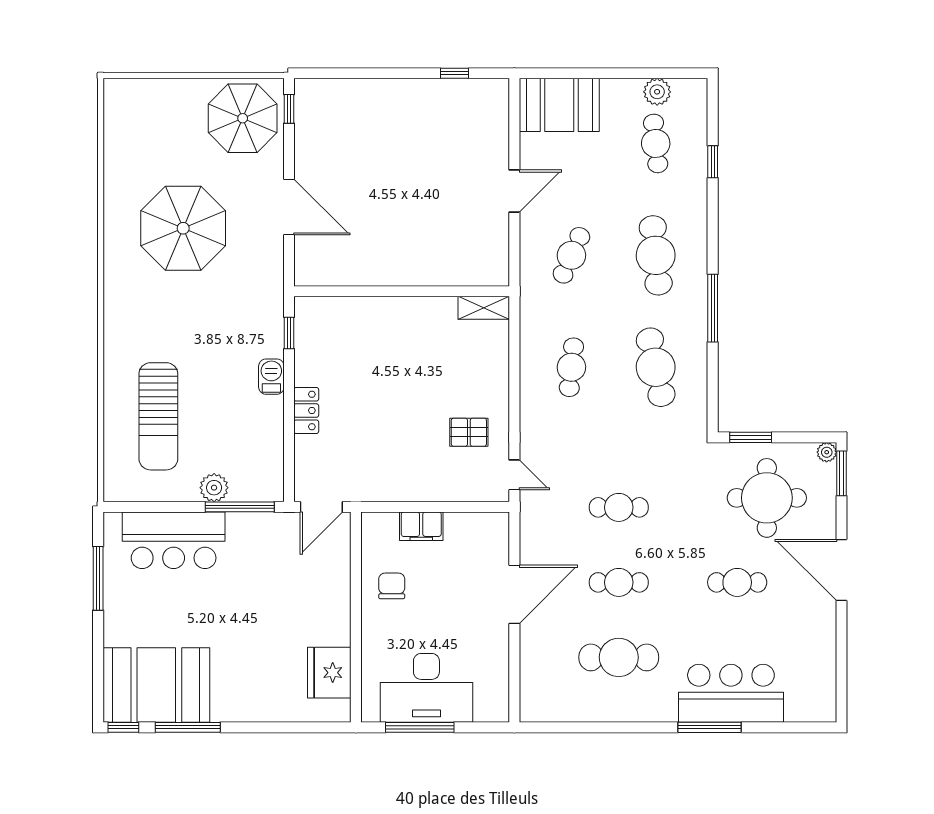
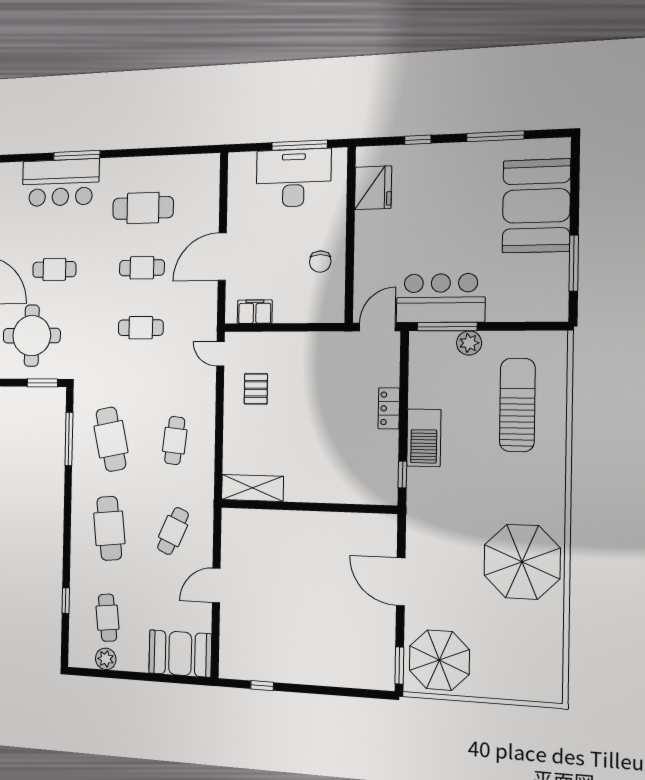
window: (289, 109) -> (399, 665), width x1.50
parasol: (183, 228) -> (522, 562), moved
shelving: (484, 308) -> (252, 488), width x1.50, depth x1.33
window: (713, 308) -> (69, 439), moved
barbecue: (271, 377) -> (424, 438), width x1.88, depth x1.53
pallet: (469, 432) -> (256, 389), turned 90
filing cabinet: (421, 526) -> (255, 312), moved
bar counter: (174, 540) -> (441, 298), moved
booth: (156, 685) -> (536, 206), moved, turned 90
window: (123, 727) -> (418, 140), moved

